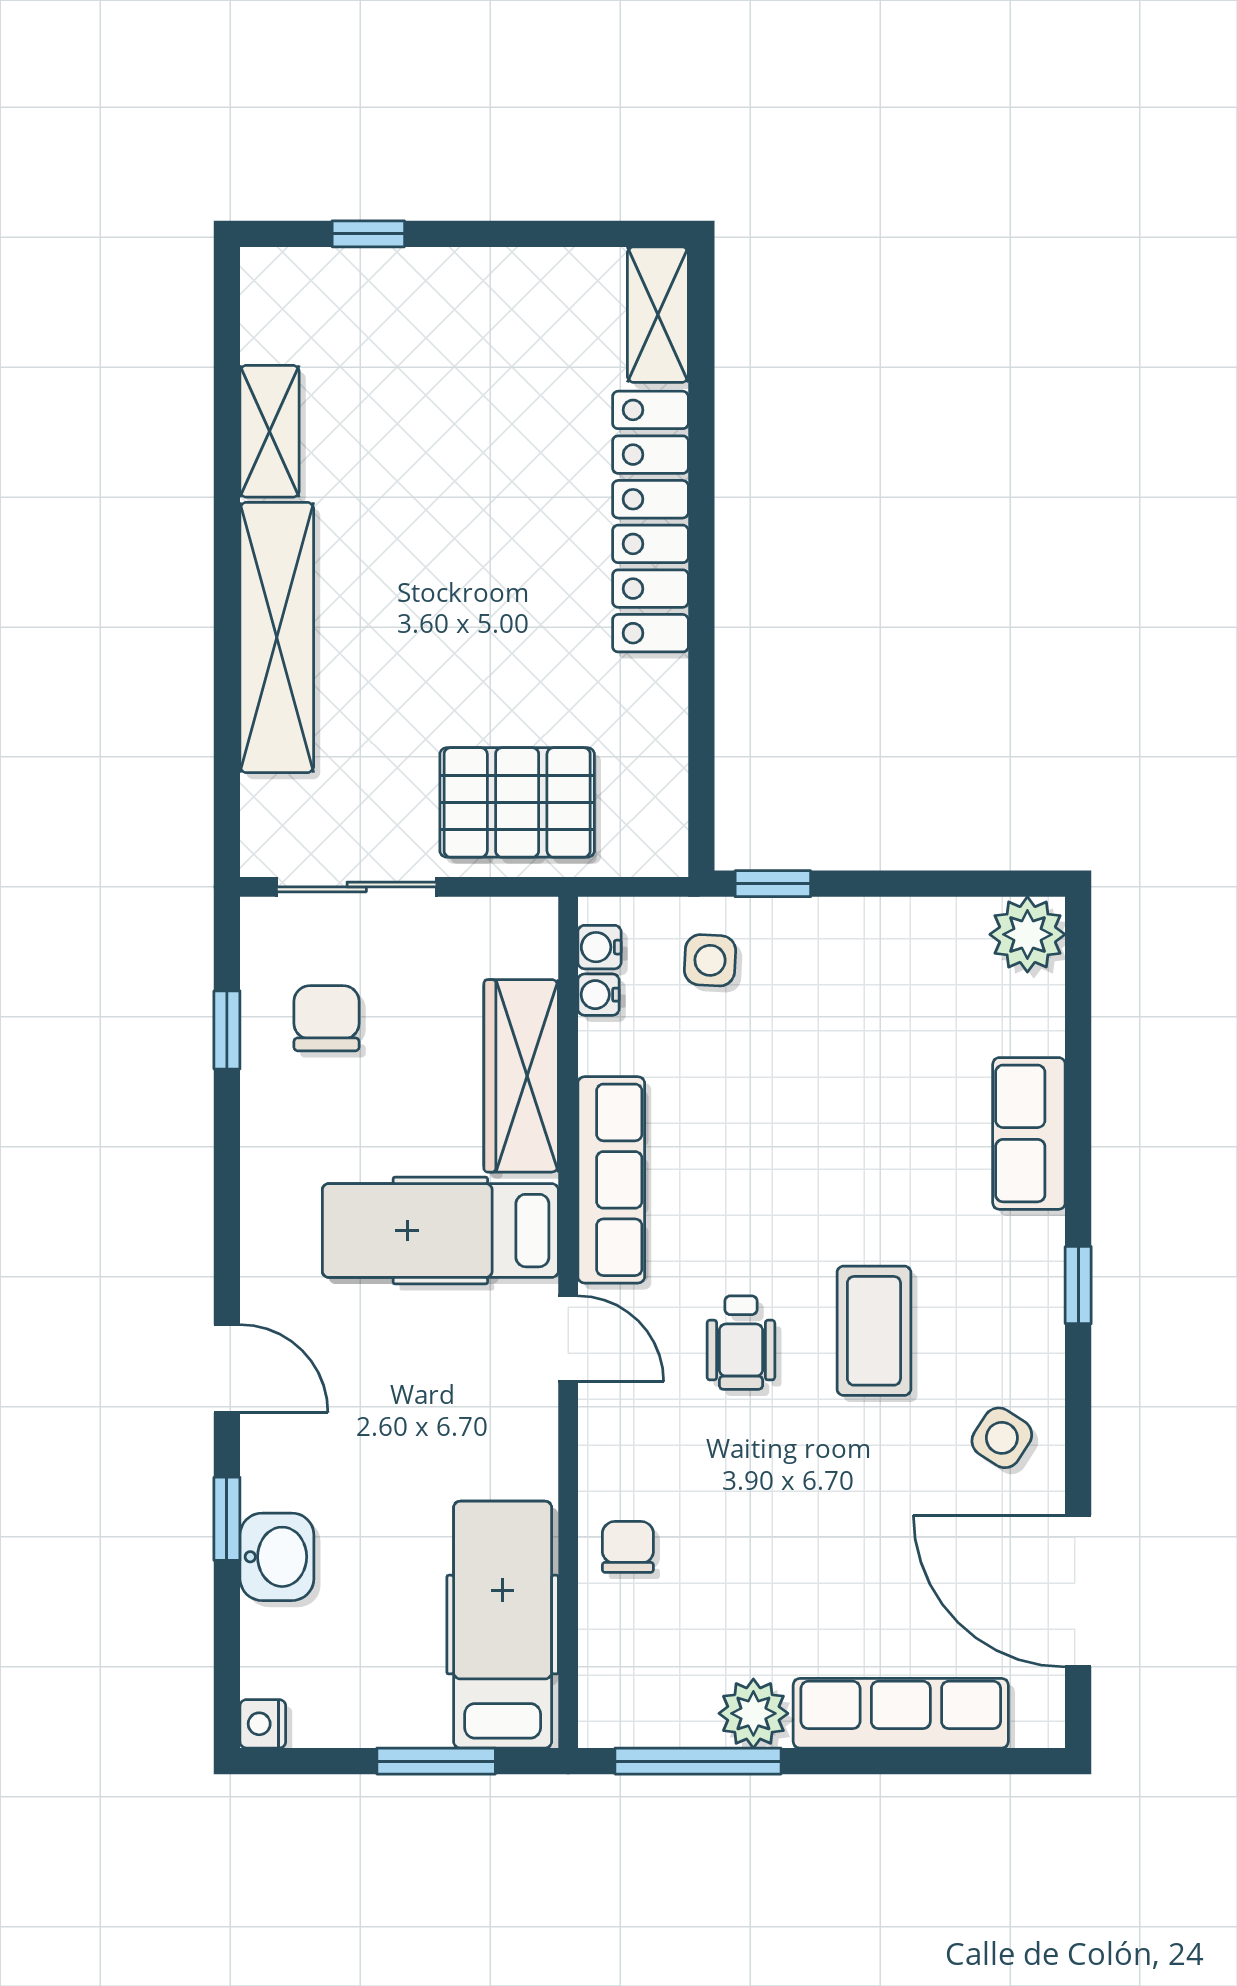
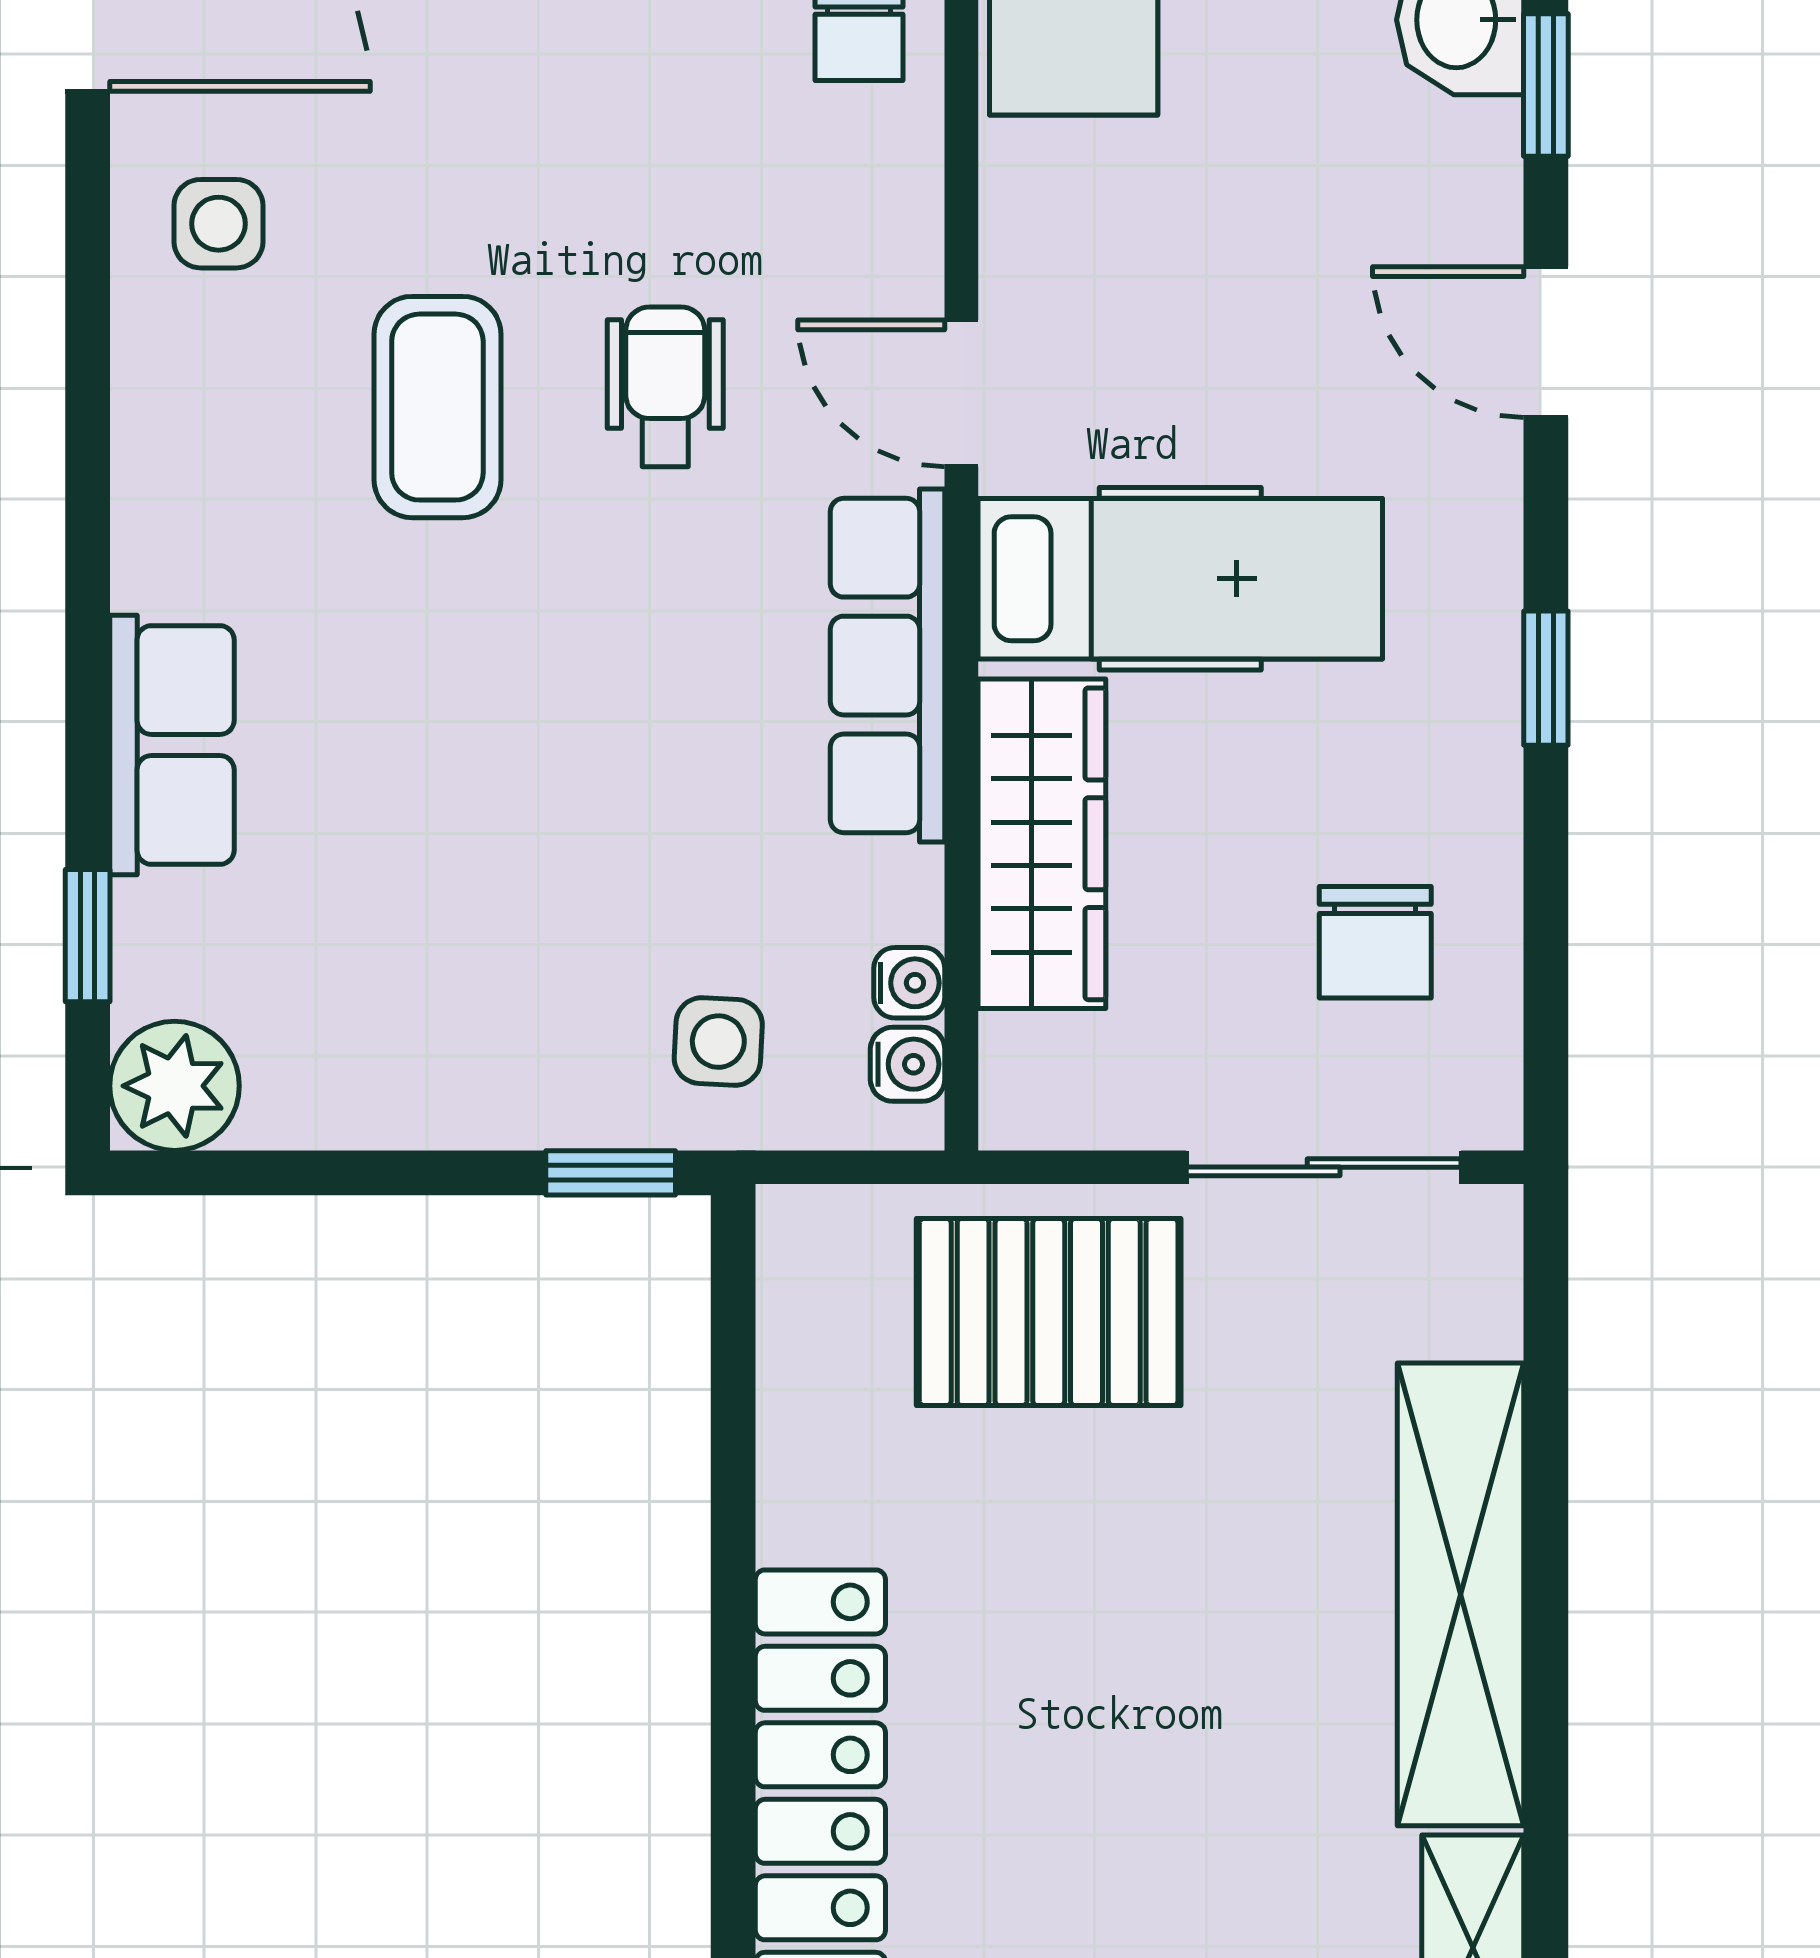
window: (227, 1030) -> (1546, 678), moved
window: (1078, 1285) -> (88, 936), moved
side table: (1002, 1438) -> (219, 224), turned -33

